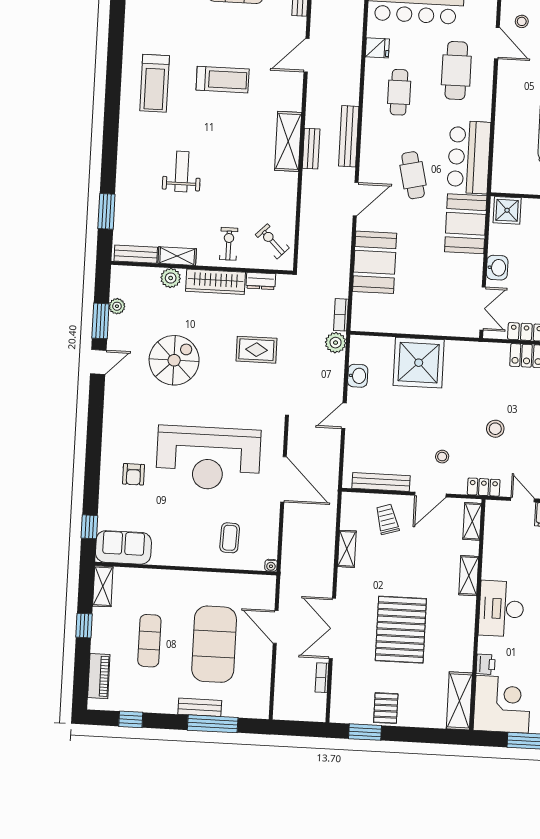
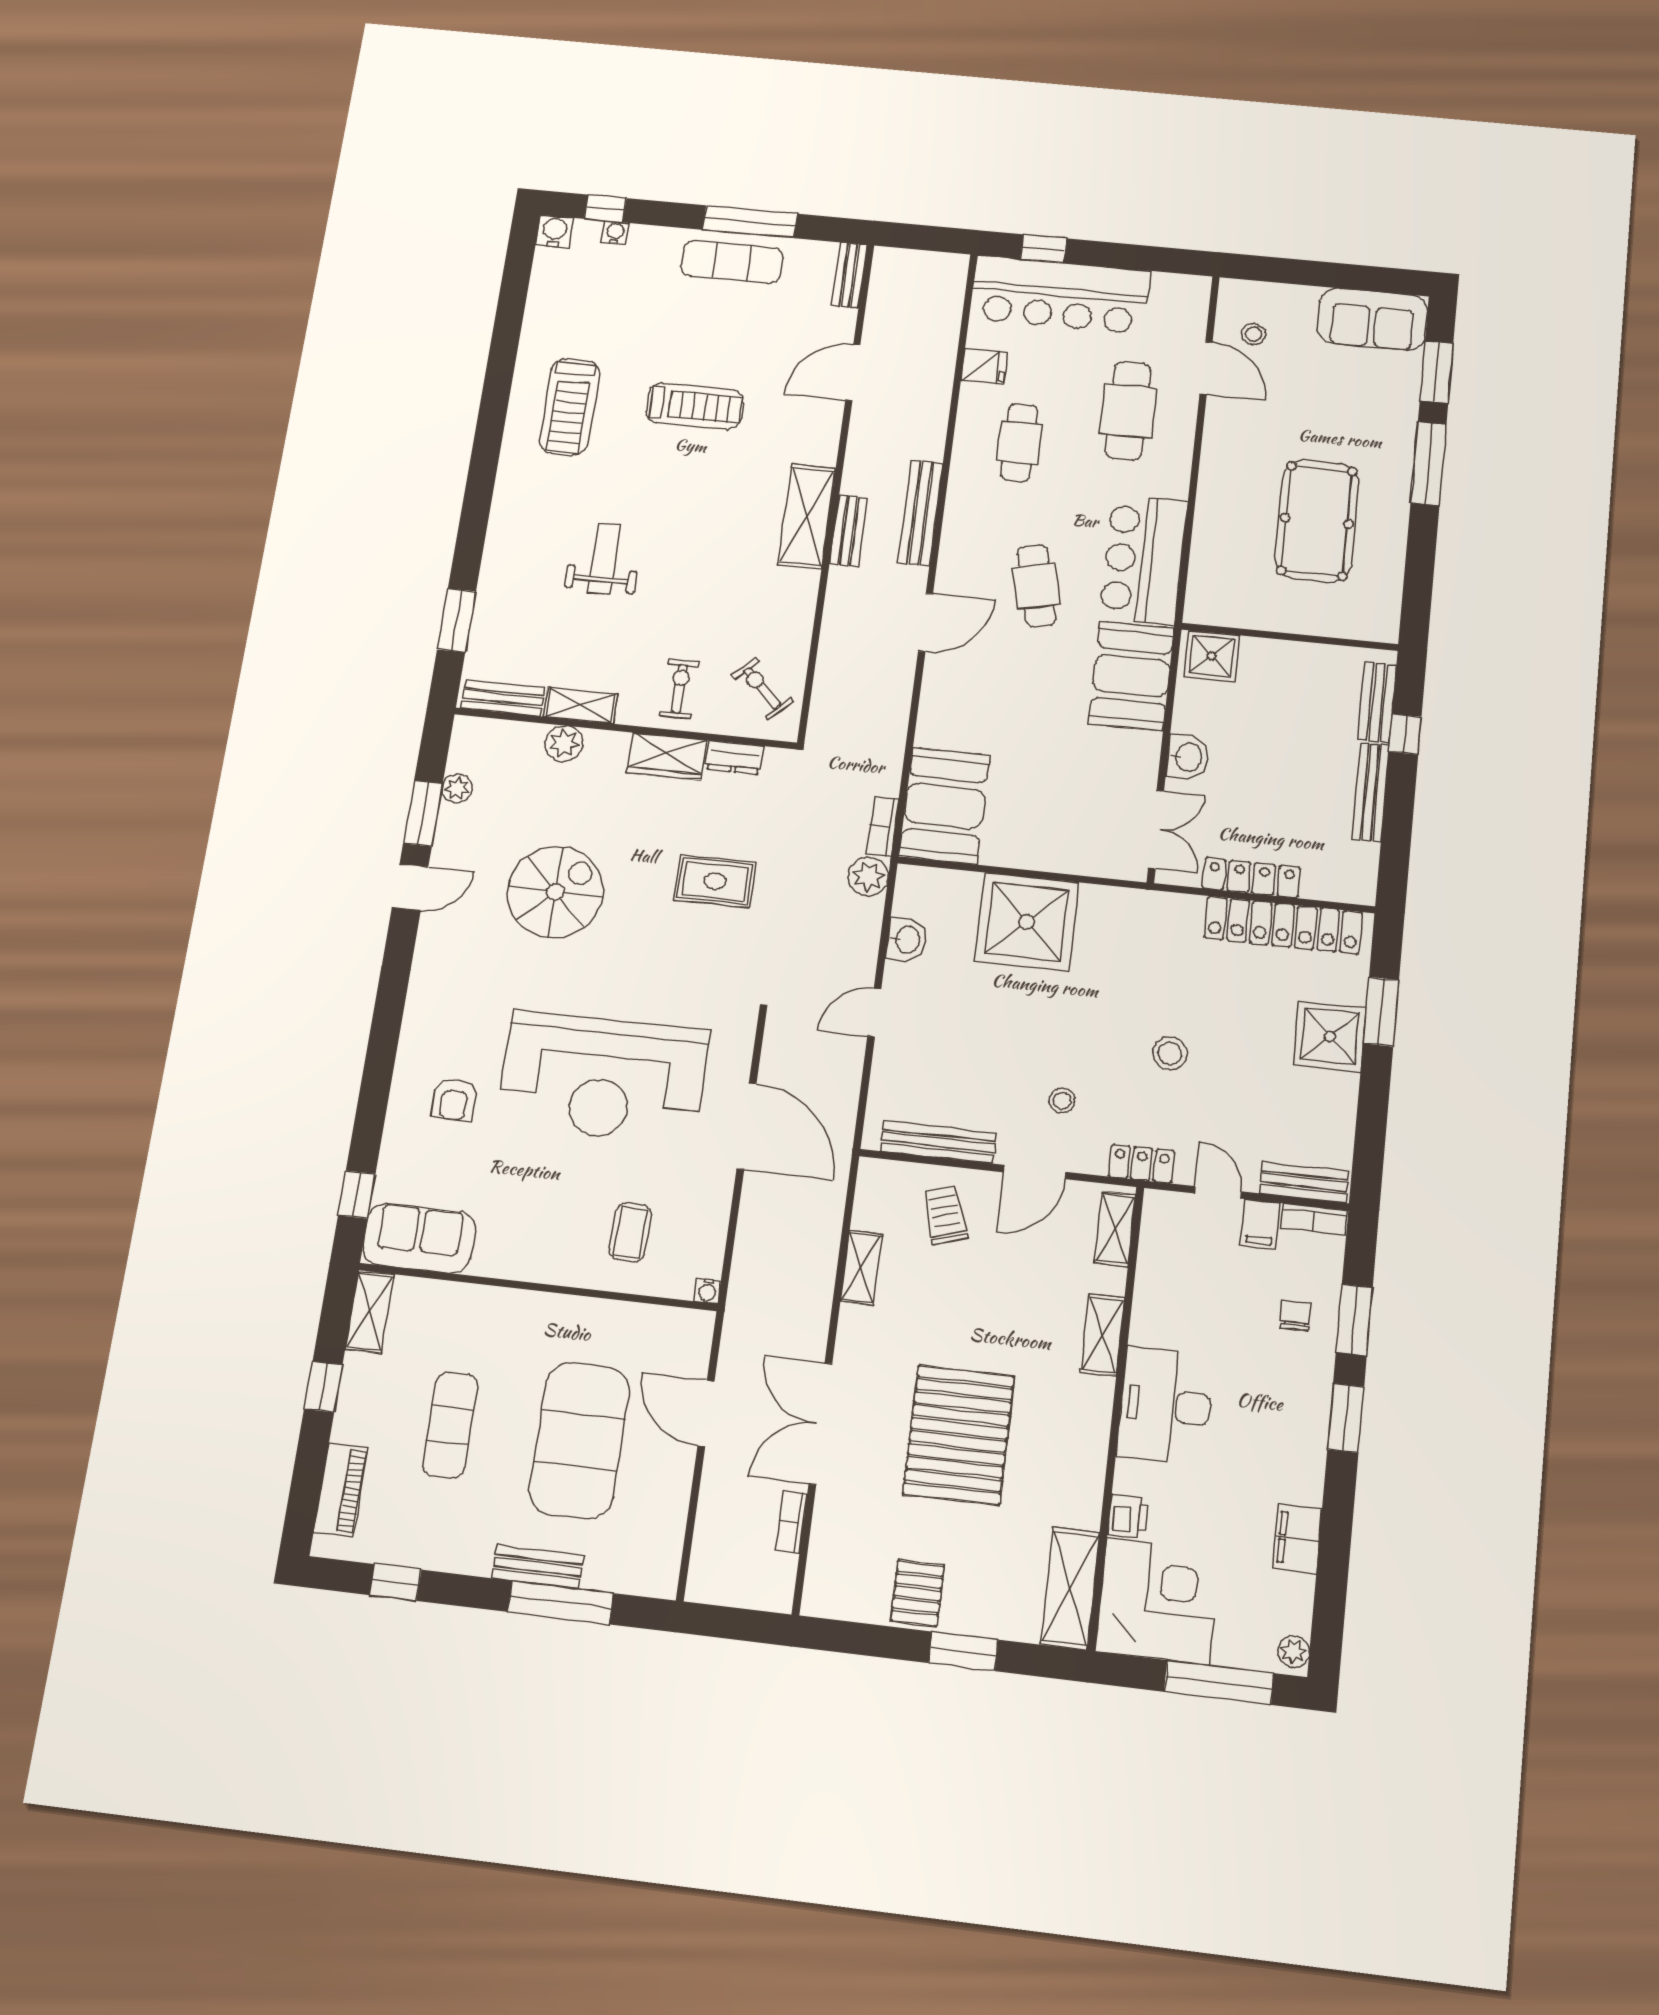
booth: (375, 262) -> (945, 806), moved
wardrobe: (216, 282) -> (667, 756), width x0.67
window: (365, 732) -> (963, 1651), moved

